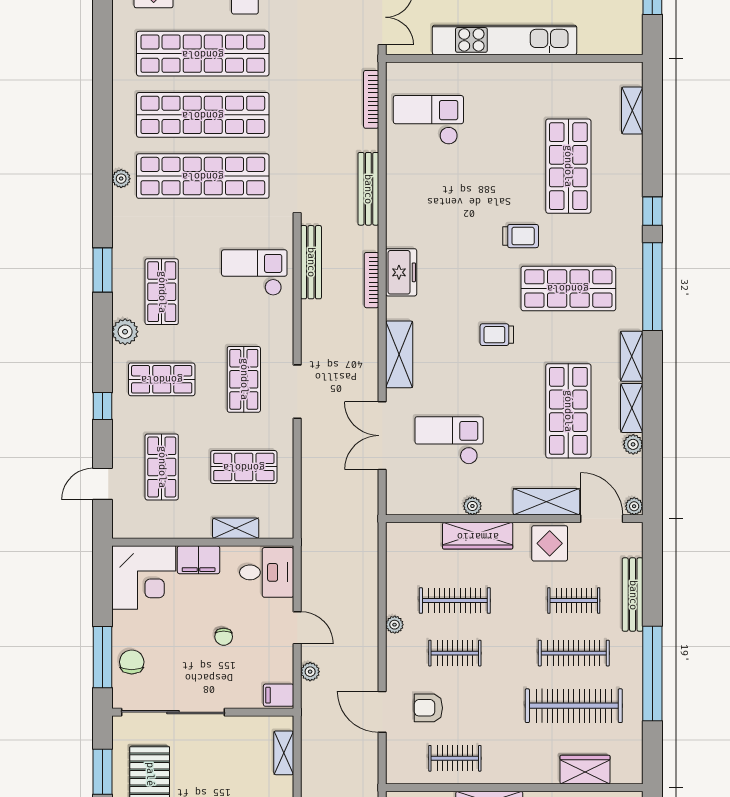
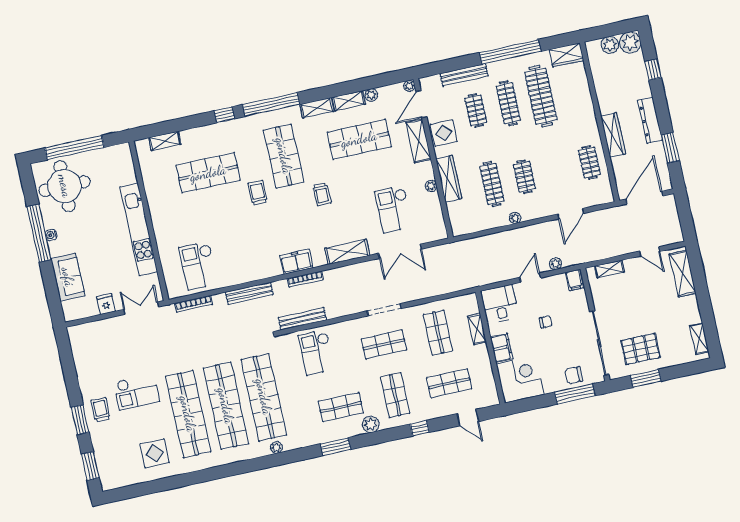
armchair: (428, 708) -> (562, 186), removed
wardrobe: (585, 770) -> (566, 55), moved, turned -90

